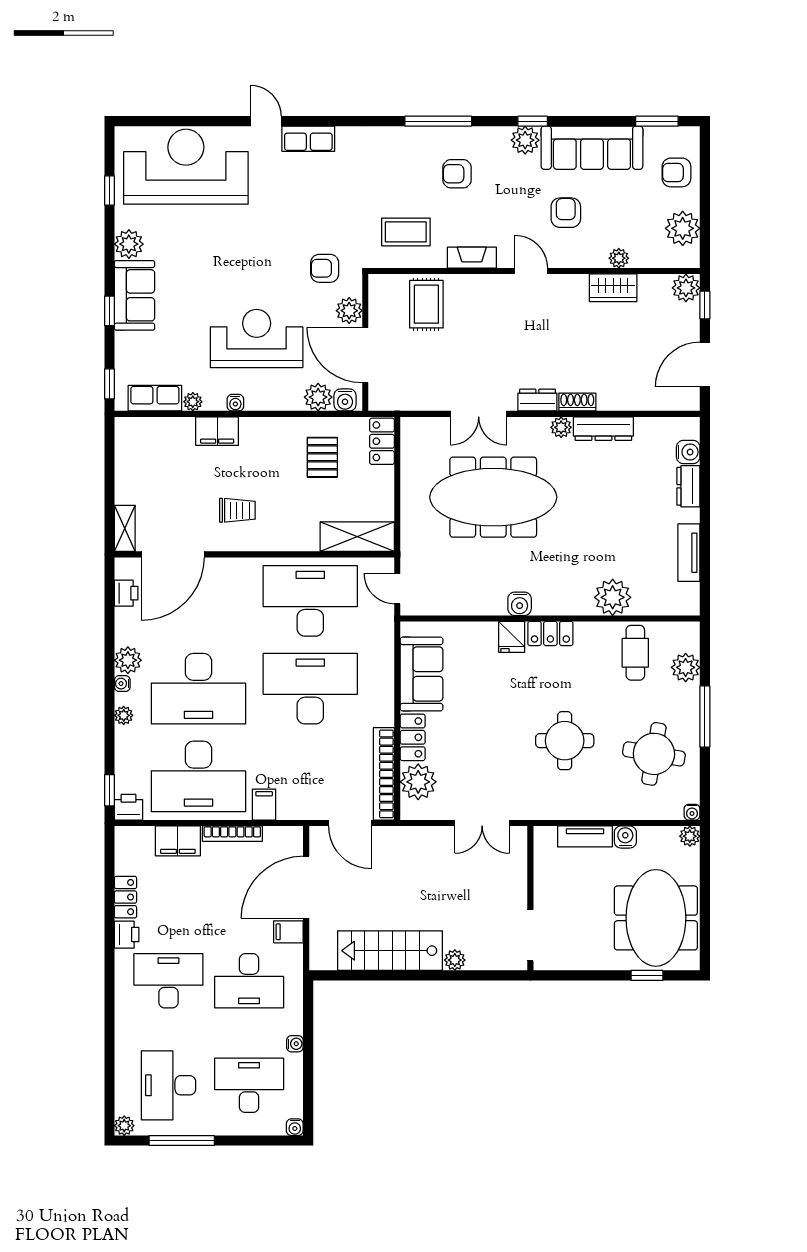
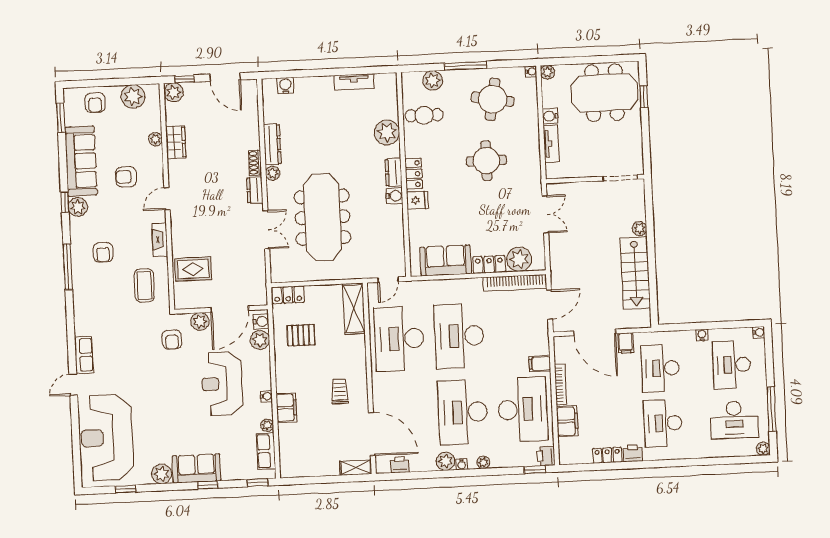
dresser: (688, 486) -> (393, 172), moved, turned 90
desk: (198, 689) -> (463, 412), turned 180
desk: (249, 981) -> (660, 368), turned 180

